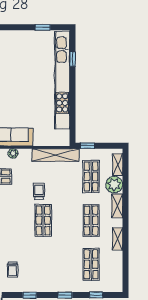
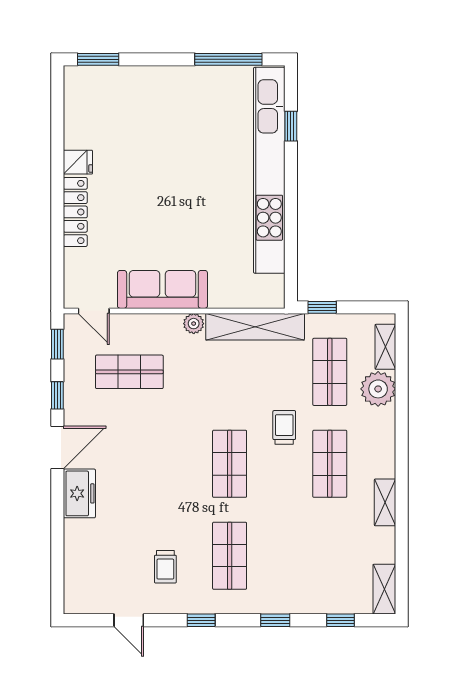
window: (43, 27) -> (228, 59), width x2.17
plant: (13, 153) -> (194, 324), moved
trolley: (39, 191) -> (284, 427), moved
shelving: (117, 206) -> (384, 589), moved
shop shelf: (91, 264) -> (230, 556), moved

